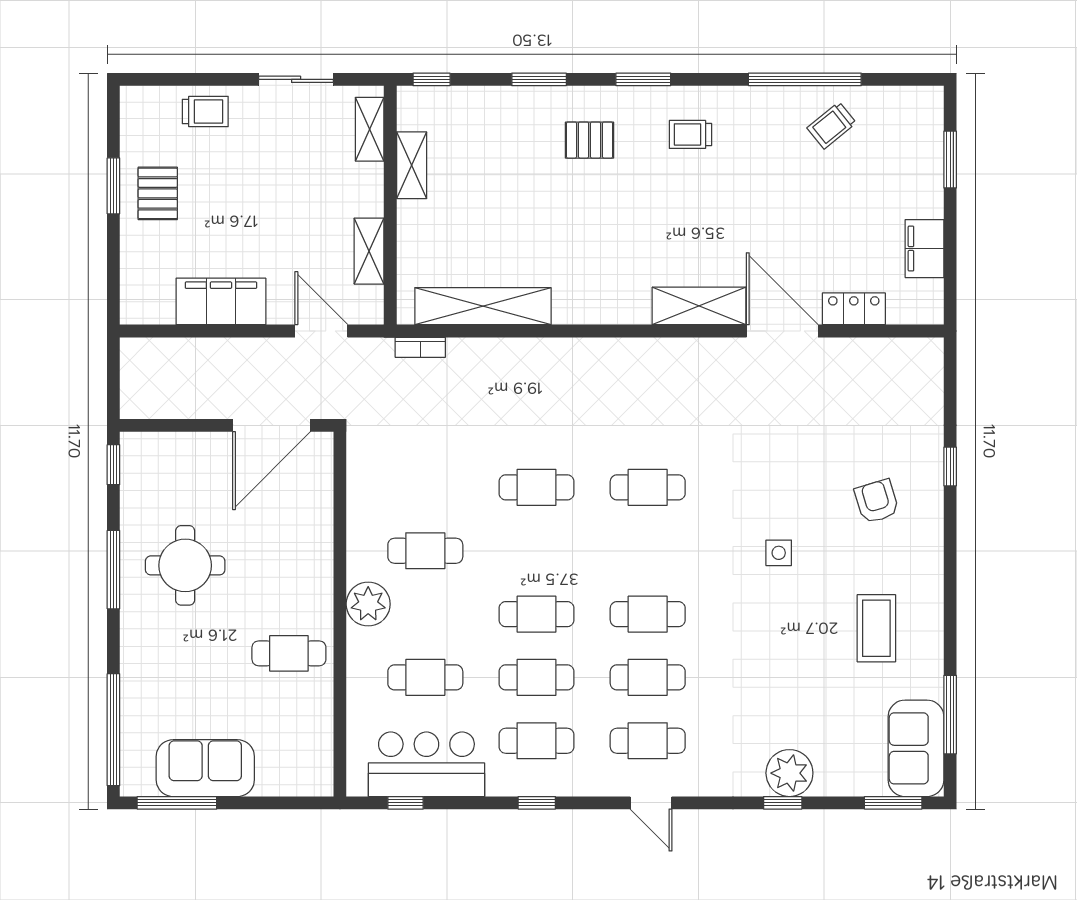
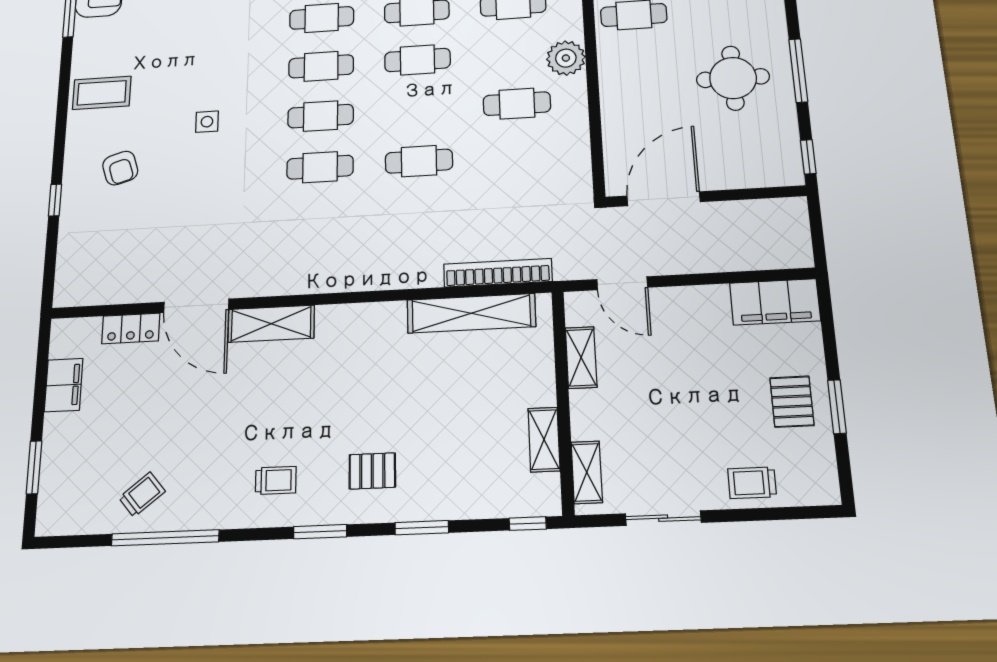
filing cabinet: (221, 301) -> (775, 302), moved
bookcase: (420, 347) -> (498, 273), width x2.31, depth x1.31
cafe table: (648, 551) -> (321, 116), added
coffee table: (876, 628) -> (102, 93), moved, turned 90

